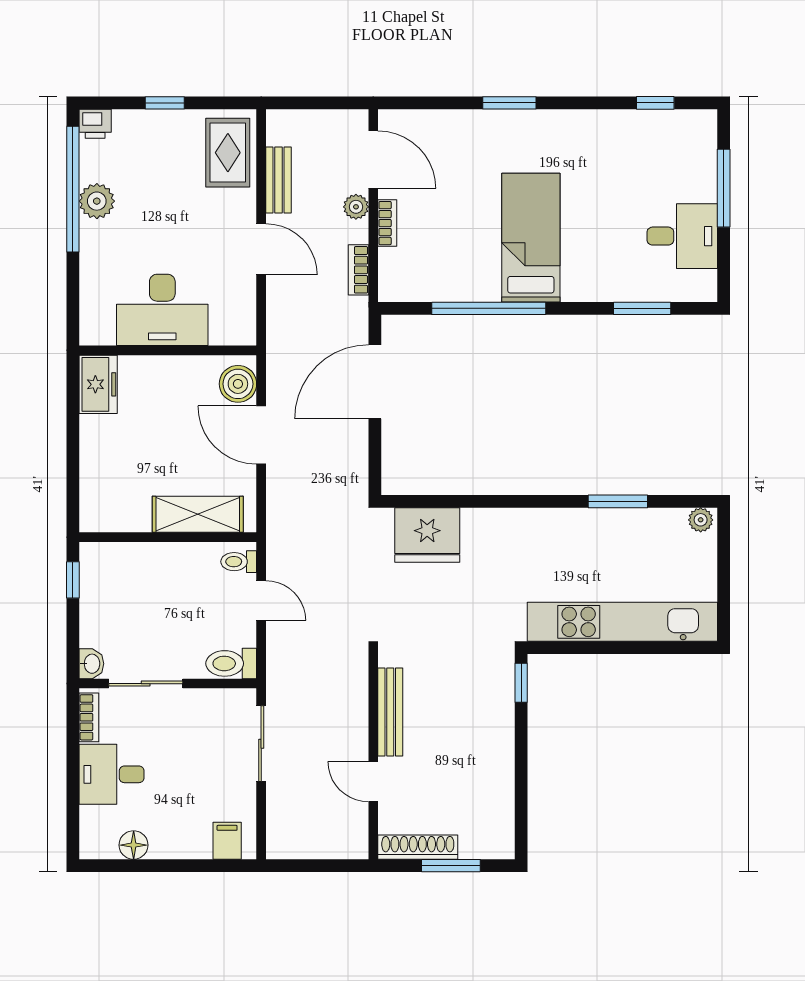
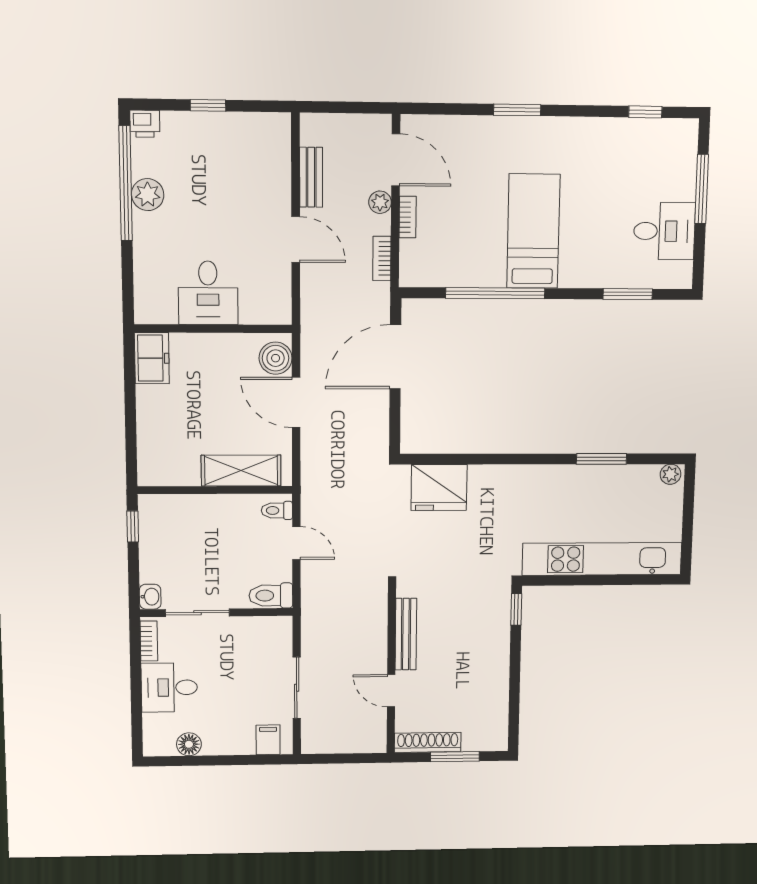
rug: (228, 153) -> (265, 152), removed
desk: (162, 310) -> (208, 293), width x0.73
sliding door: (261, 744) -> (297, 688), moved

